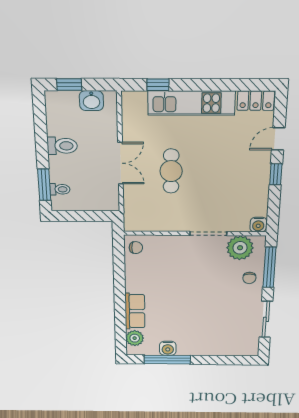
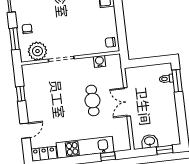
toilet: (62, 146) -> (167, 109), removed
window: (276, 174) -> (21, 94), moved
water cooler: (258, 225) -> (100, 61), moved
window: (269, 267) -> (14, 39), width x0.69

